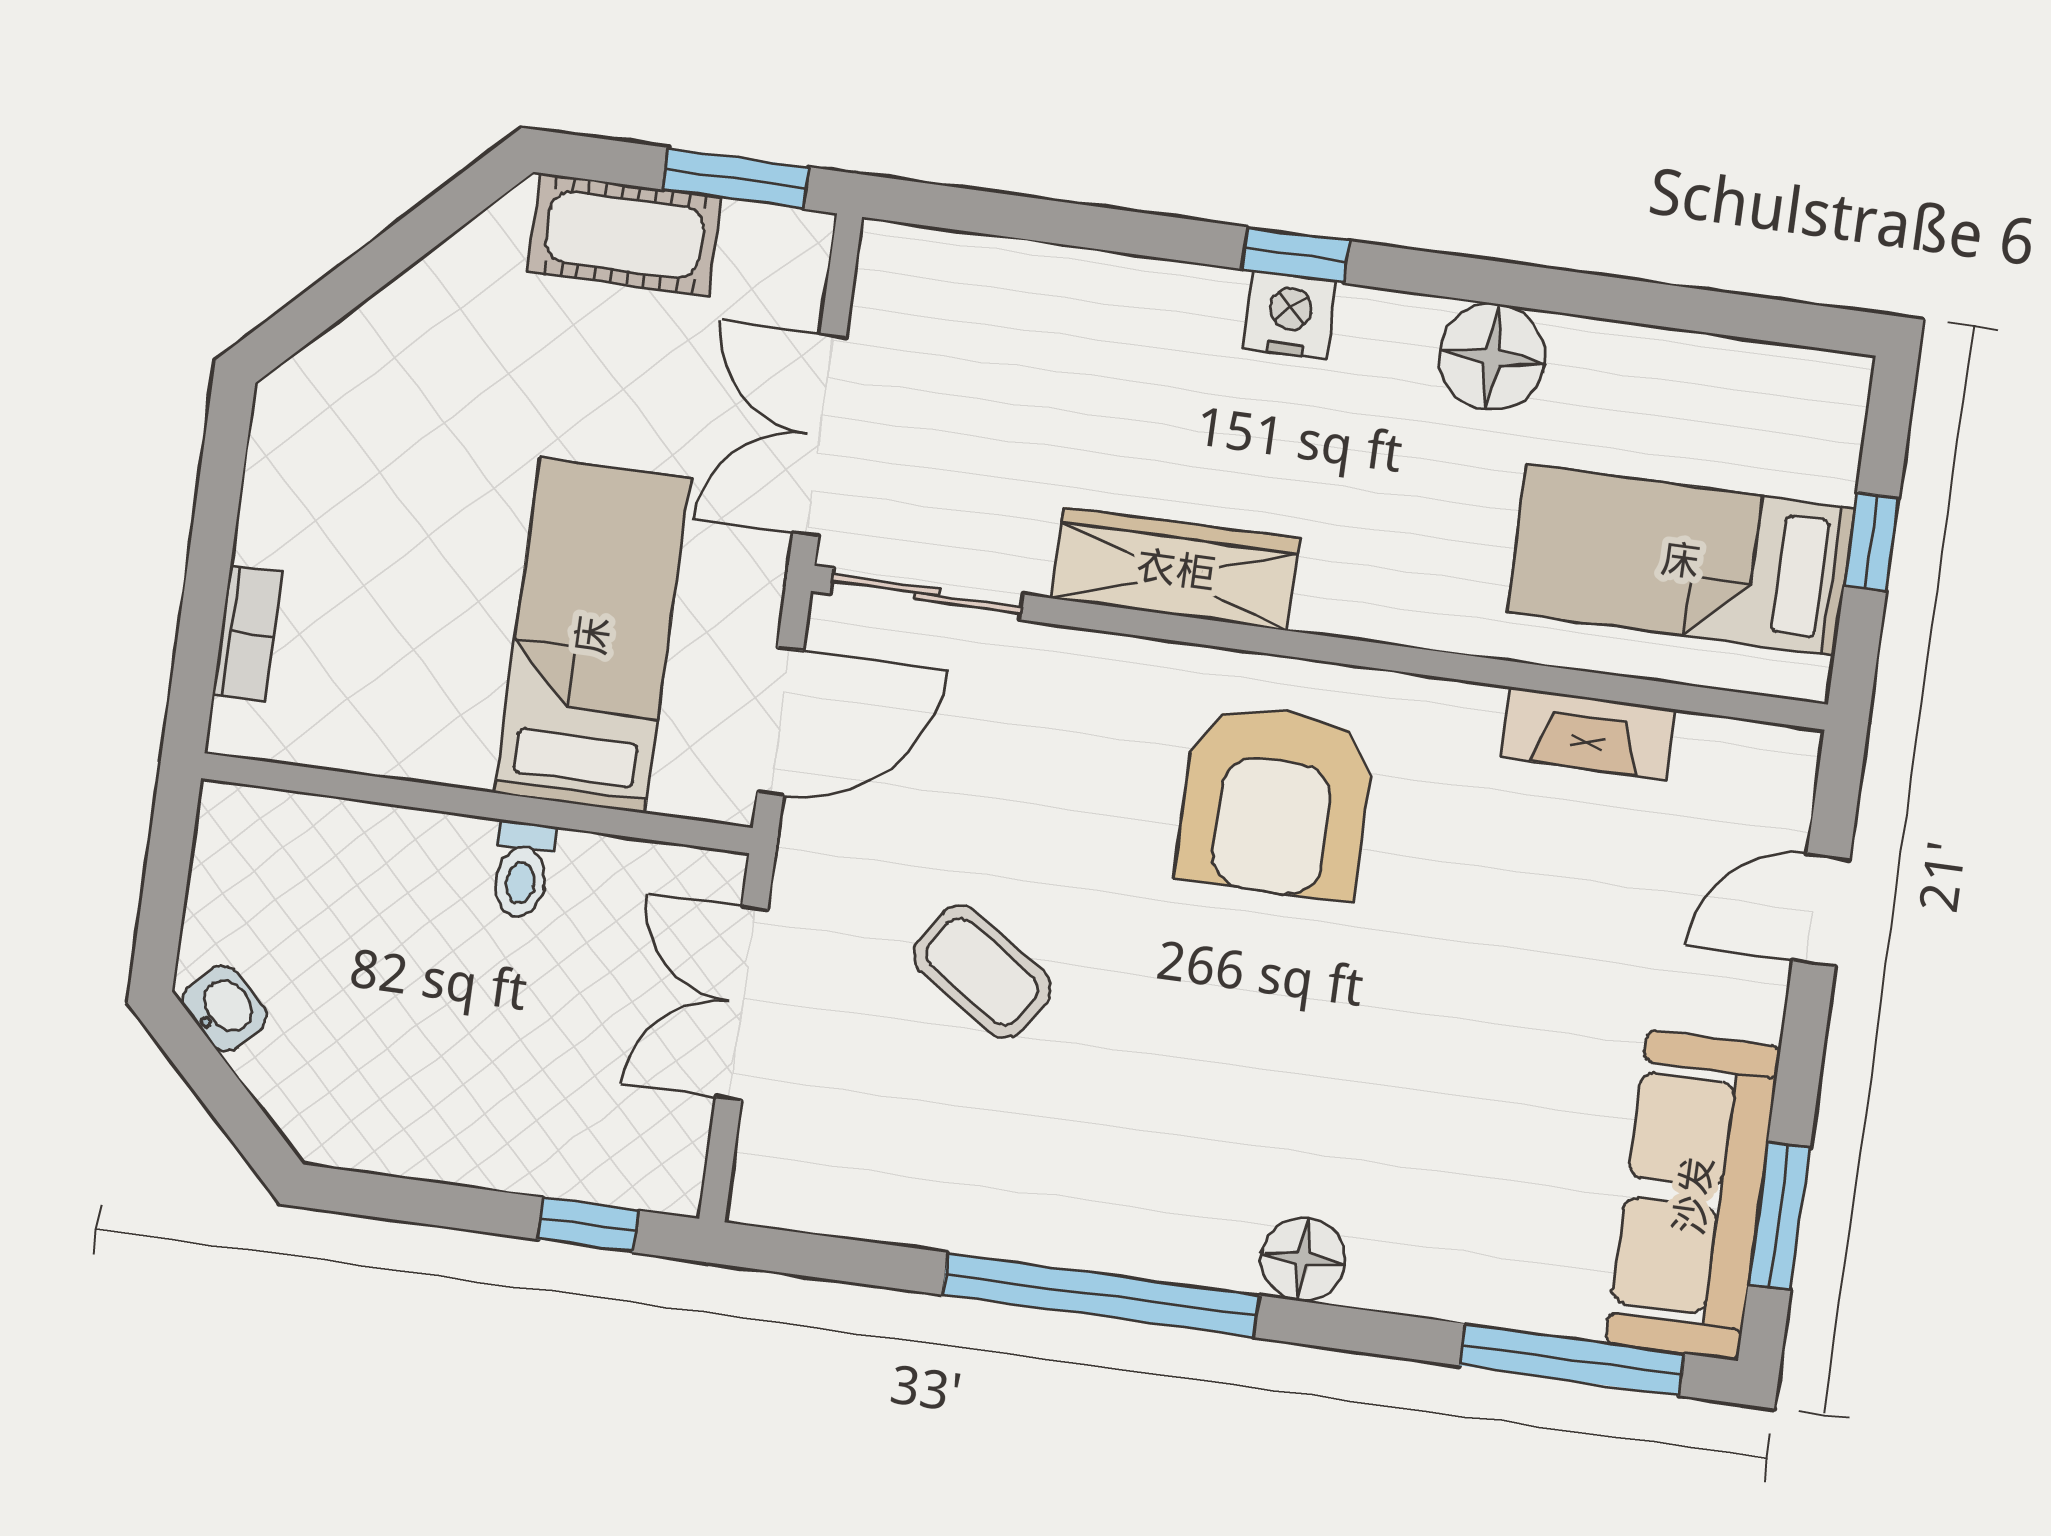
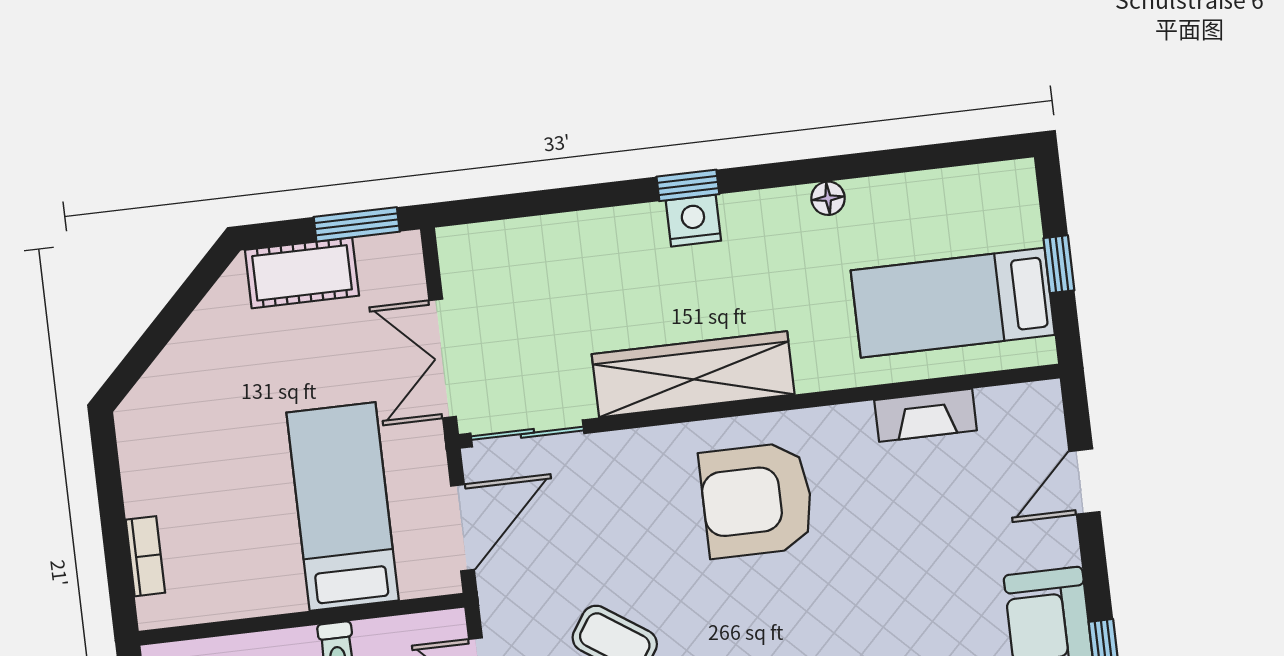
floor lamp: (1492, 357) -> (828, 198), width x0.53, depth x0.53
wardrobe: (1176, 569) -> (693, 374), width x1.40, depth x1.17
armchair: (1275, 801) -> (757, 500), turned 90

